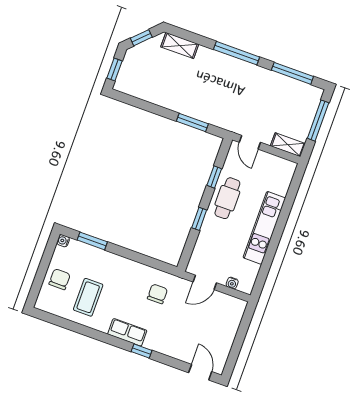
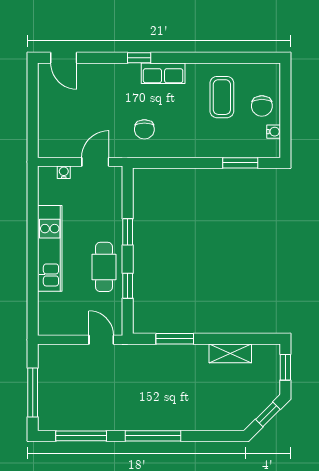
shelving: (180, 45) -> (230, 353), moved
shelving: (288, 145) -> (57, 353), removed
water cooler: (63, 241) -> (274, 132), moved

